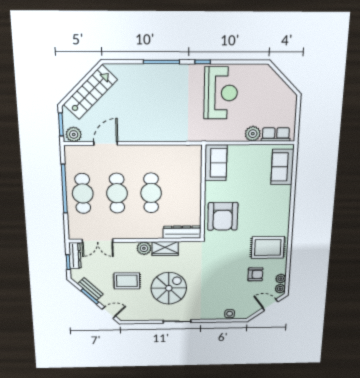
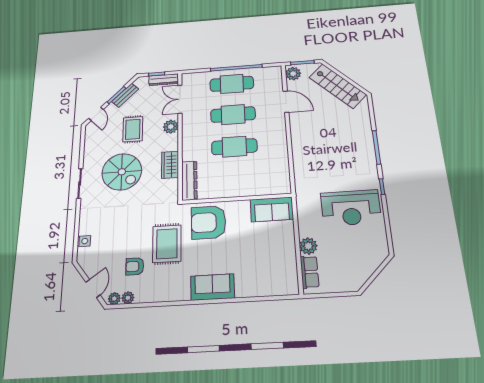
sofa: (282, 167) -> (213, 287), moved
rug: (268, 247) -> (167, 244), moved
plant: (144, 248) -> (171, 127), moved
armchair: (255, 274) -> (135, 266), turned 90

